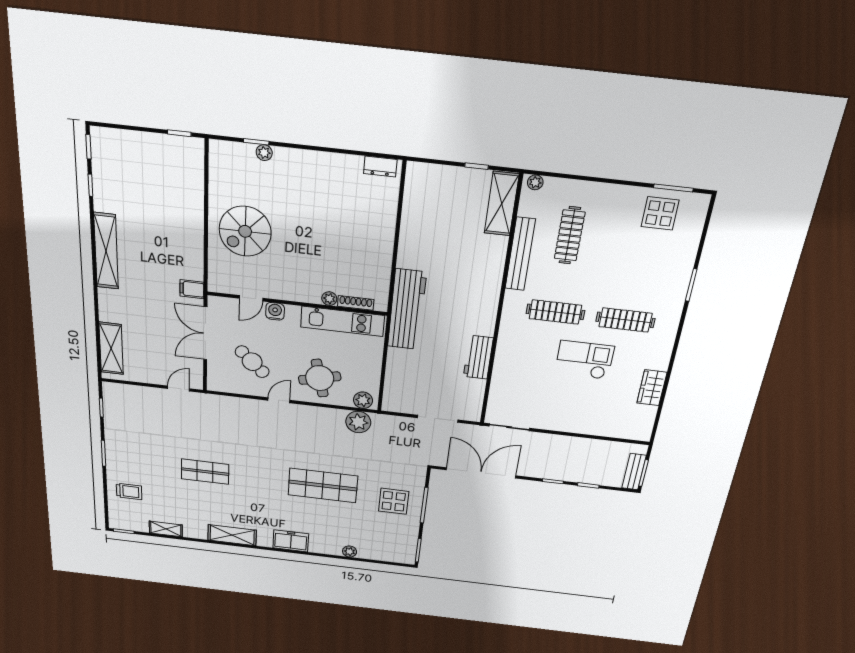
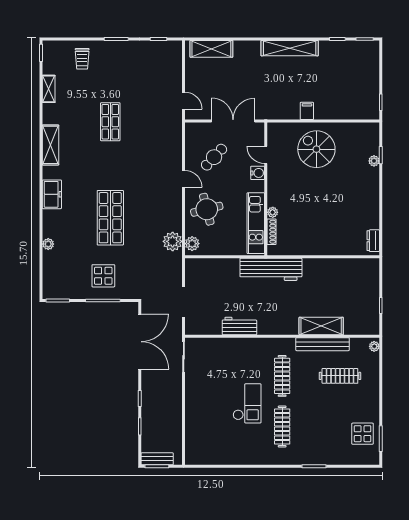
shelving: (502, 204) -> (321, 326), moved
filing cabinet: (192, 289) -> (307, 111), moved
wardrobe: (652, 388) -> (231, 457), removed

